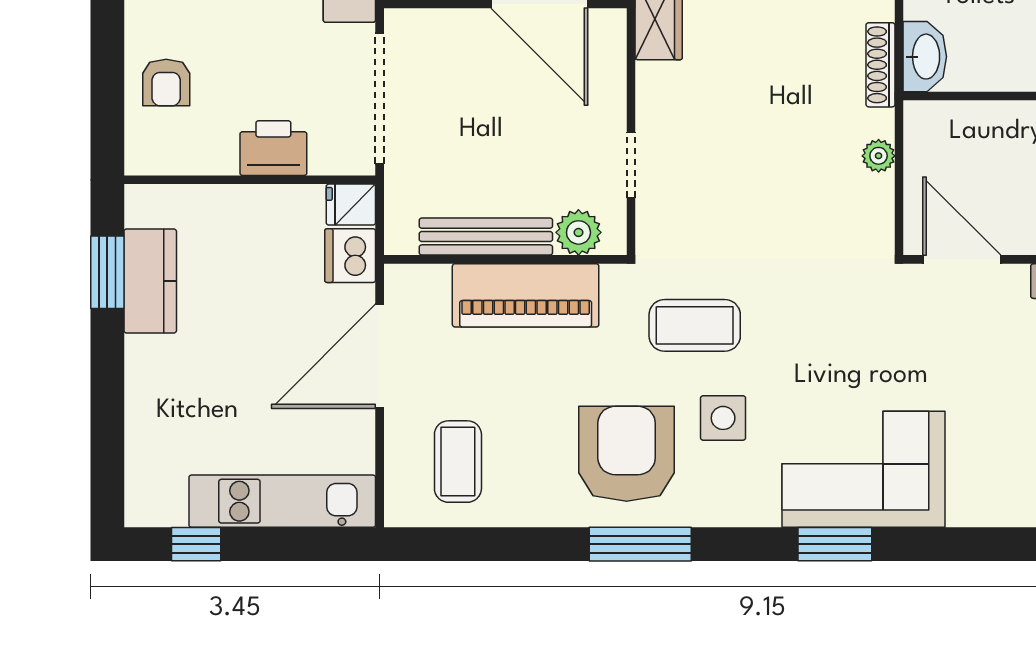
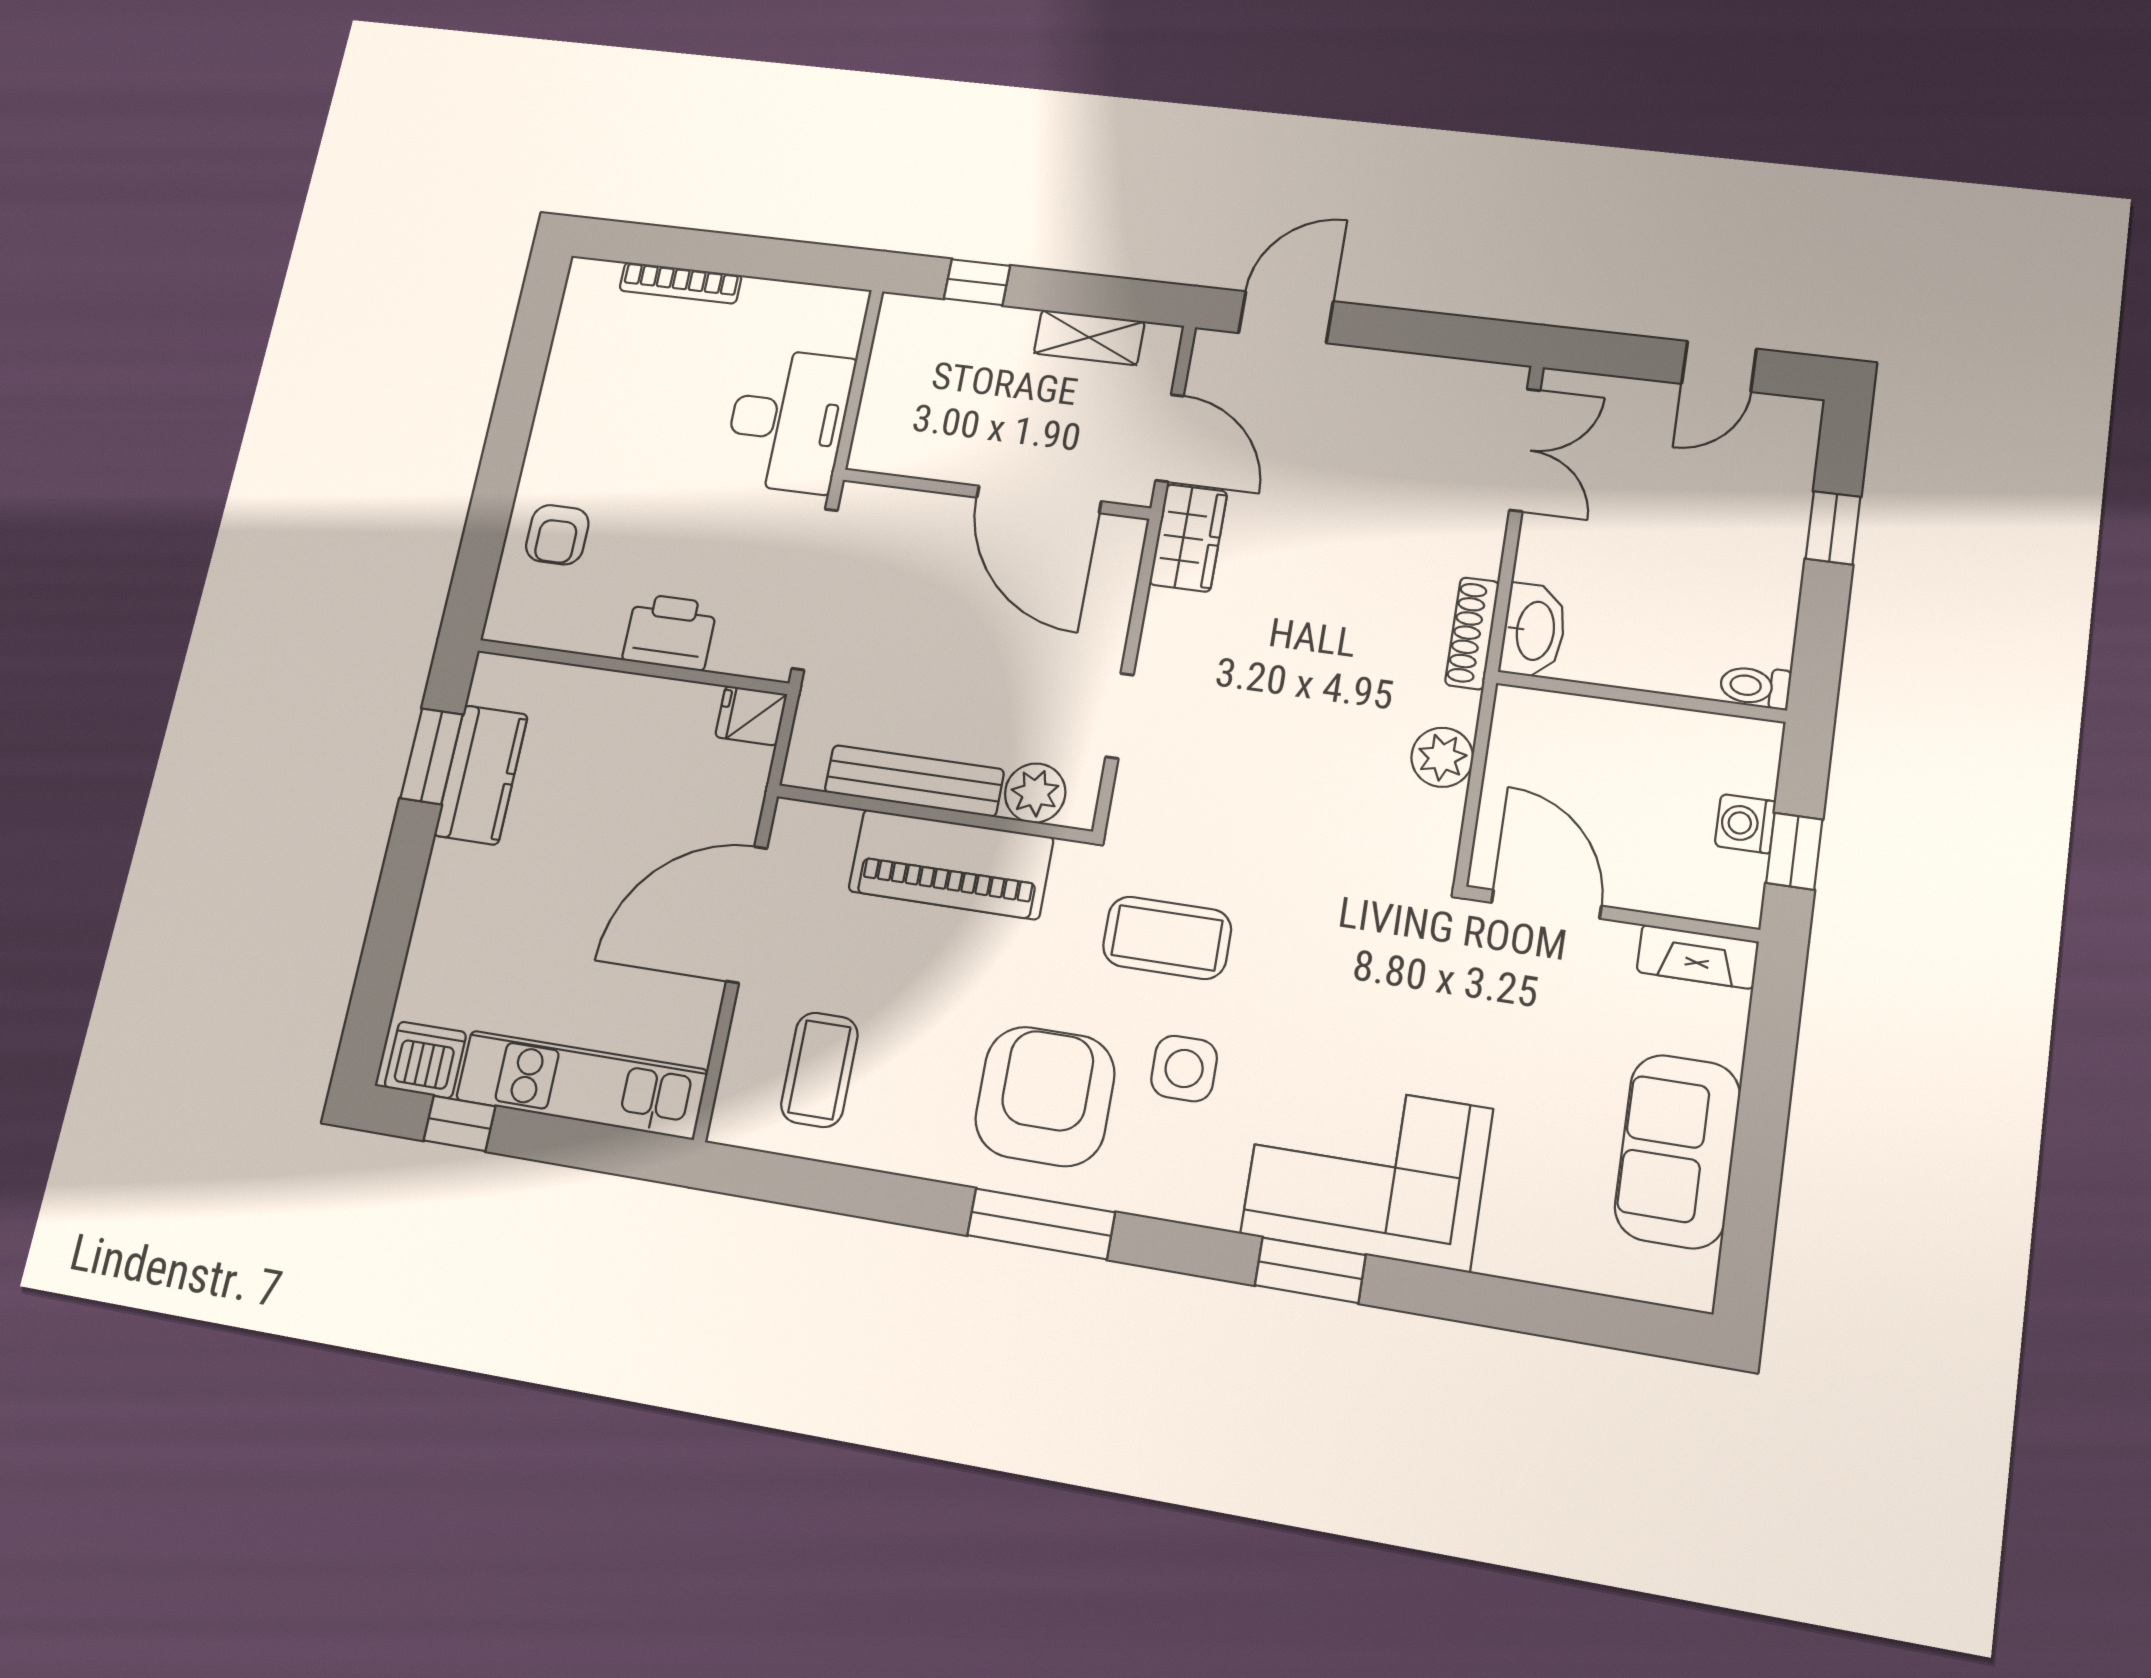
plant: (879, 156) -> (1442, 757), width x1.38, depth x1.38
dishwasher: (350, 256) -> (425, 1060), moved, turned 90

